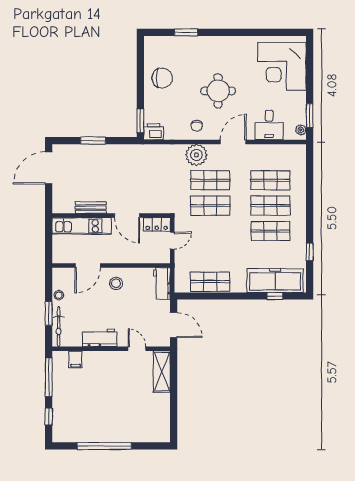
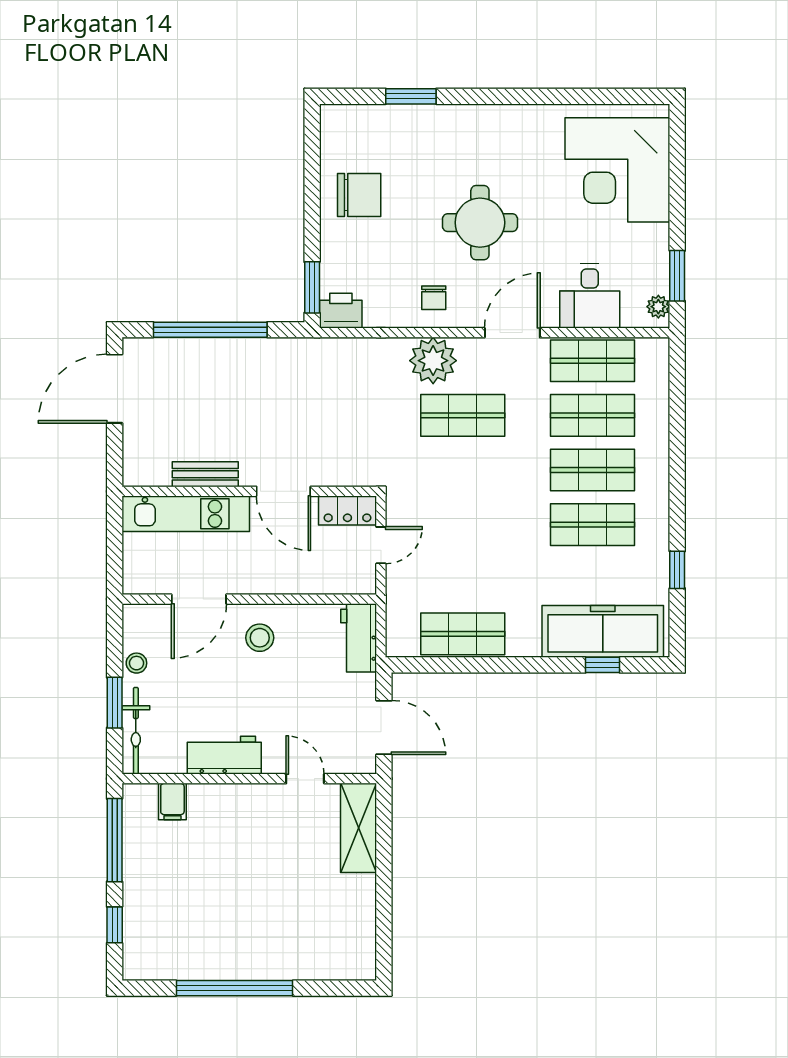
window: (93, 141) -> (210, 330), width x2.11
shop shelf: (210, 206) -> (593, 361), moved

